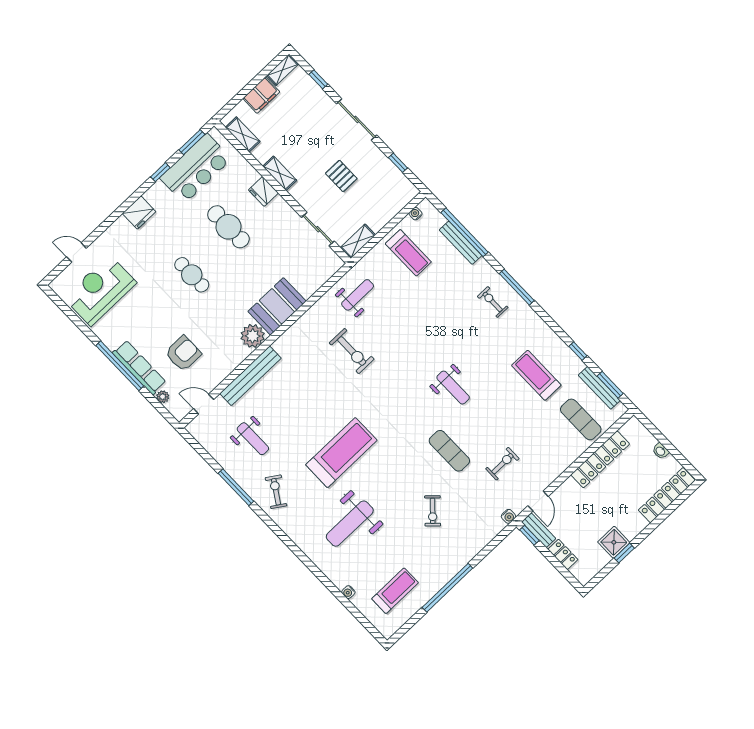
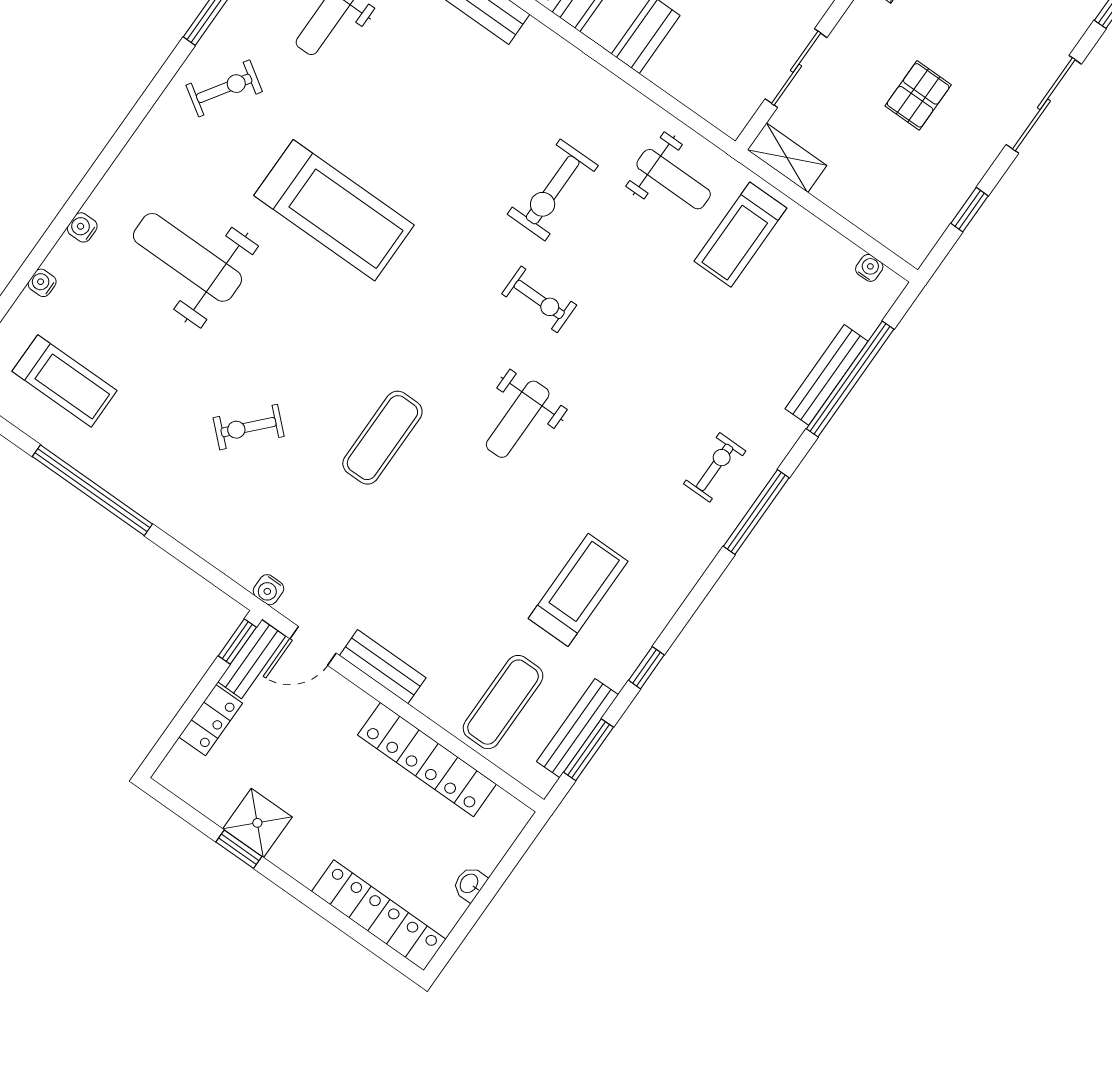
treadmill: (408, 253) -> (740, 235), moved
exercise bike: (502, 464) -> (539, 299), moved
bench: (554, 471) -> (383, 667), added
water cooler: (327, 569) -> (82, 227), added

